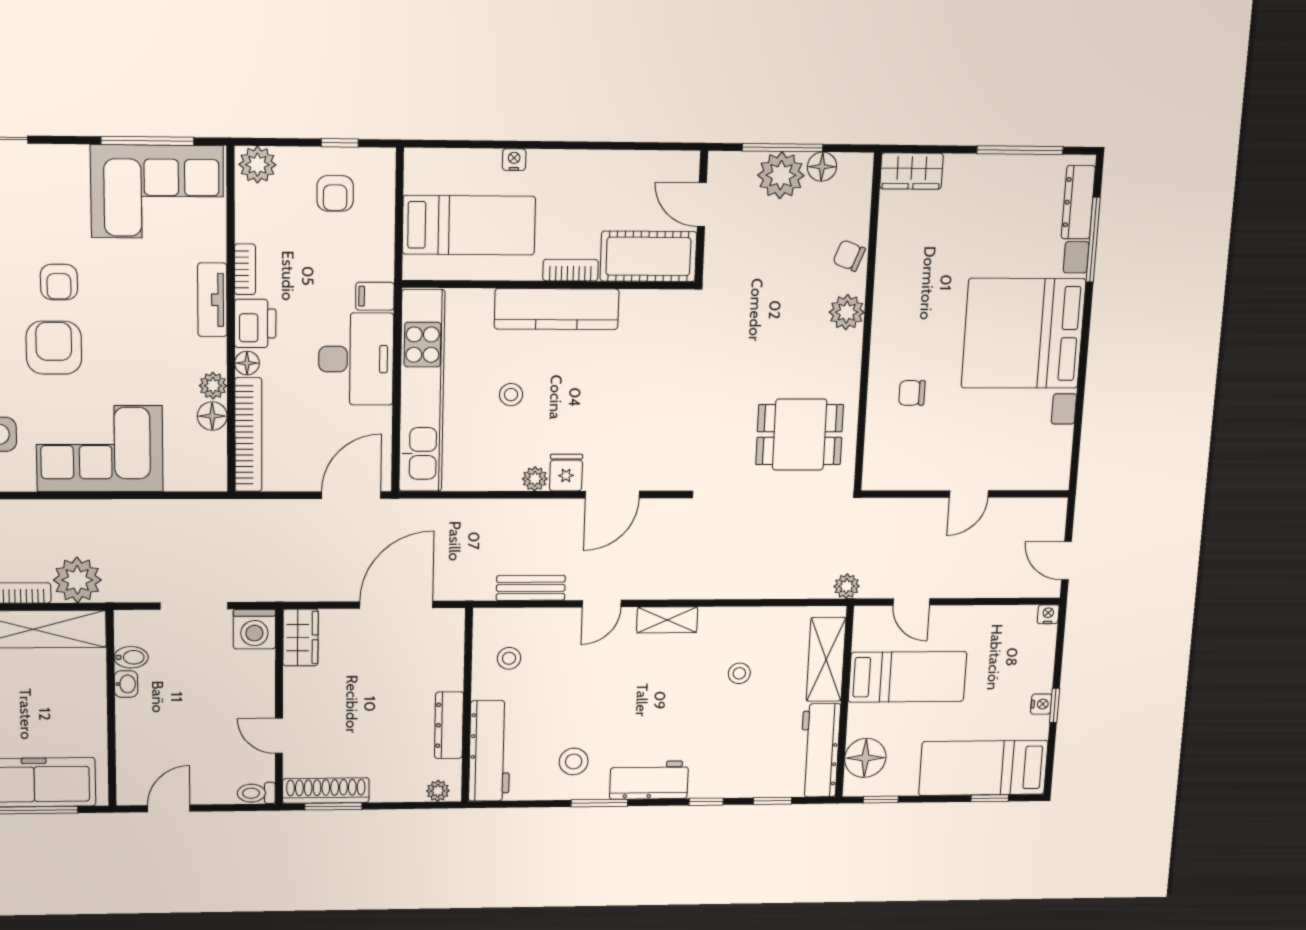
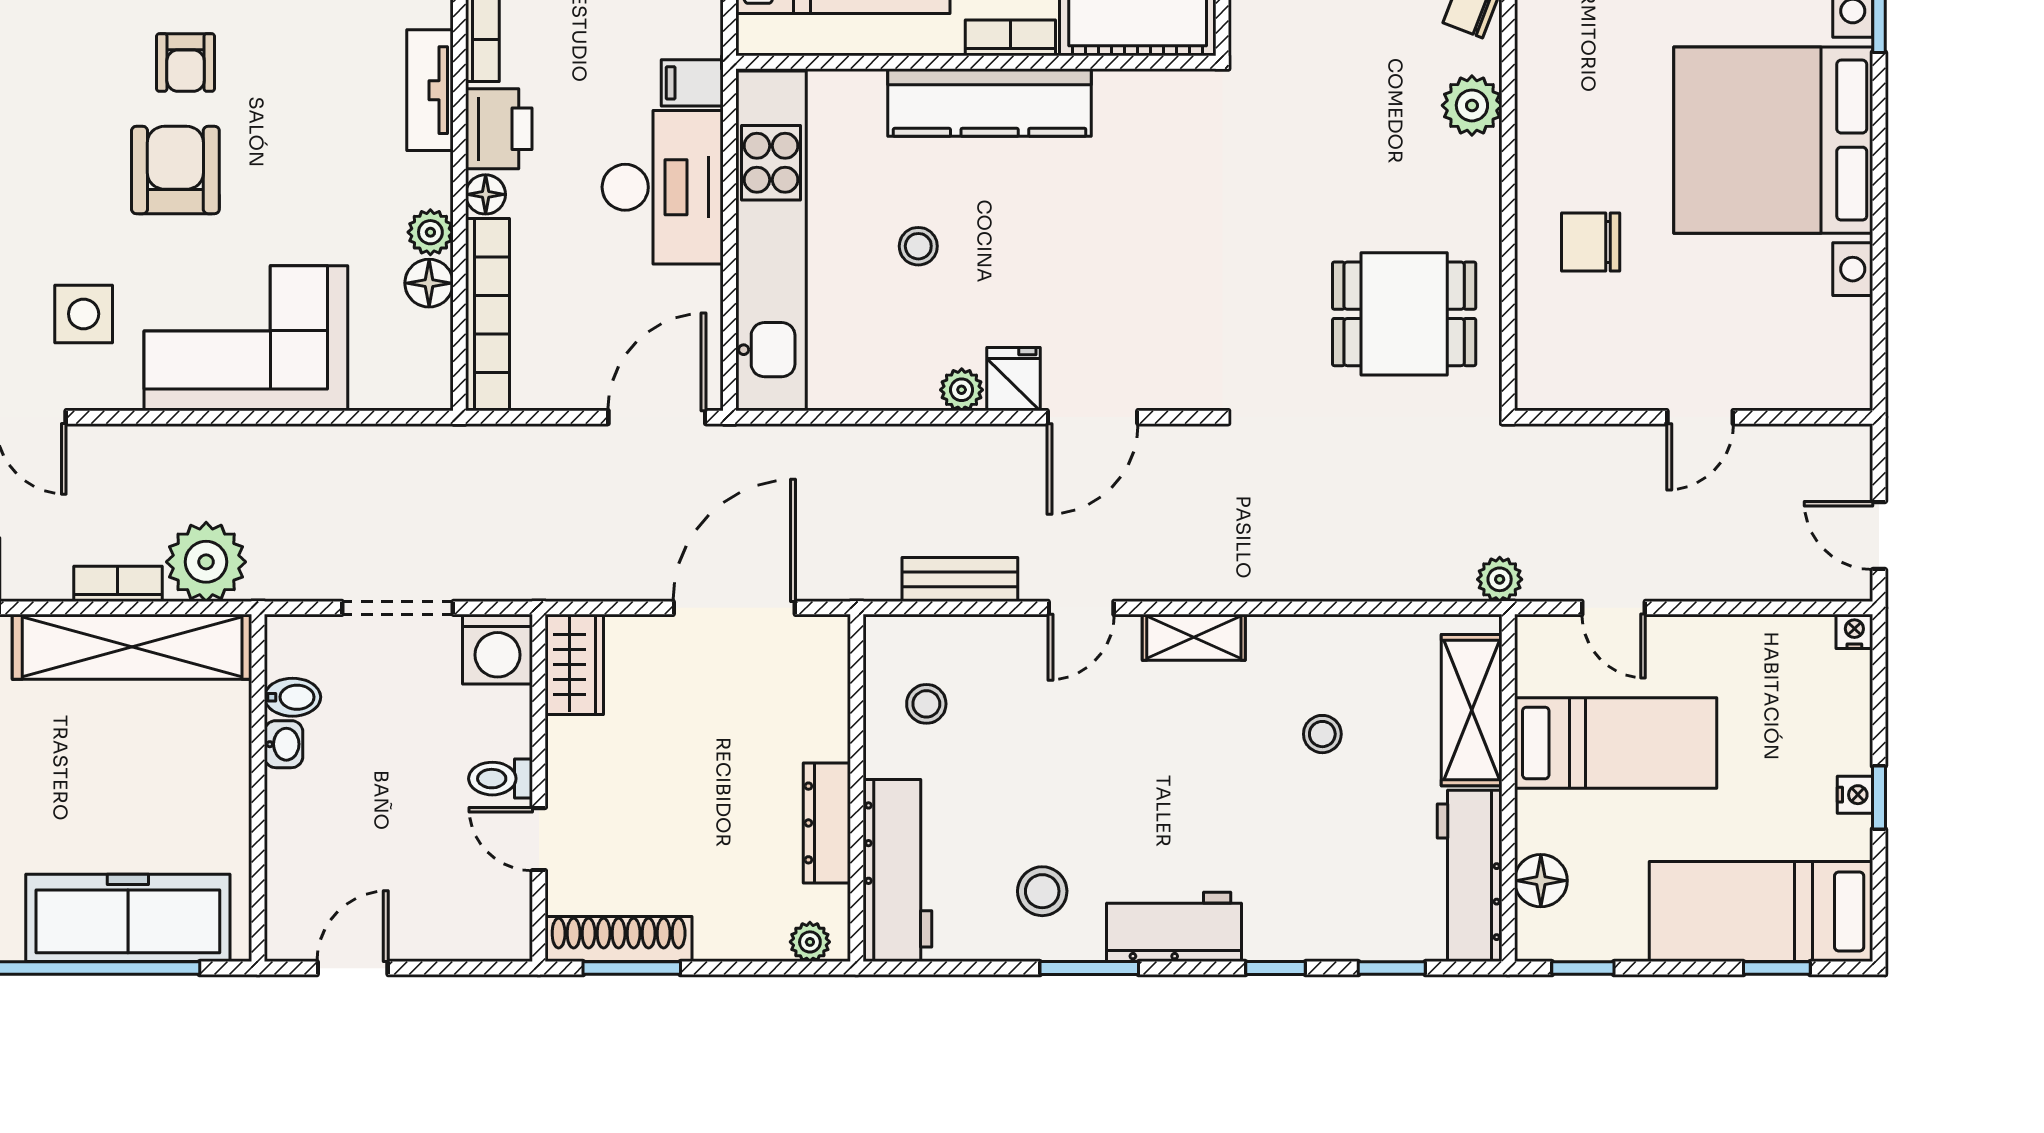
chair: (912, 393) -> (1591, 242), width x1.37, depth x1.37
floor lamp: (865, 758) -> (1541, 881), width x0.73, depth x0.73
toilet: (256, 793) -> (501, 779), moved

